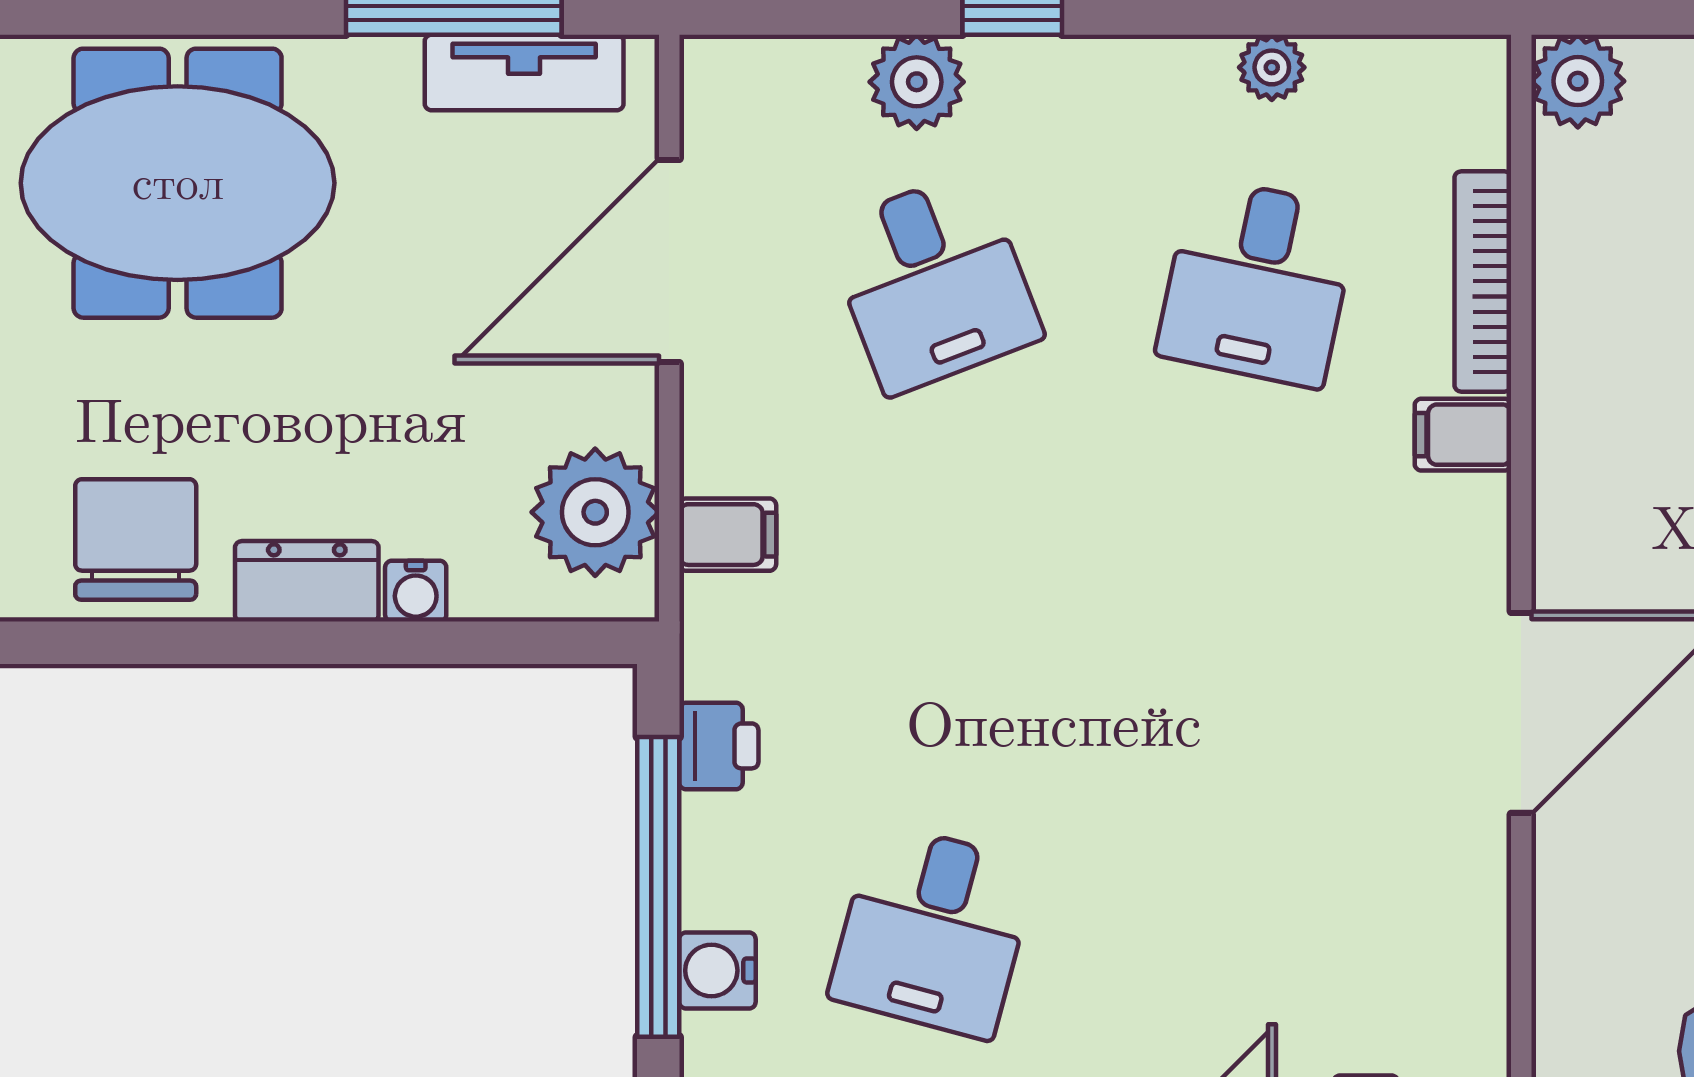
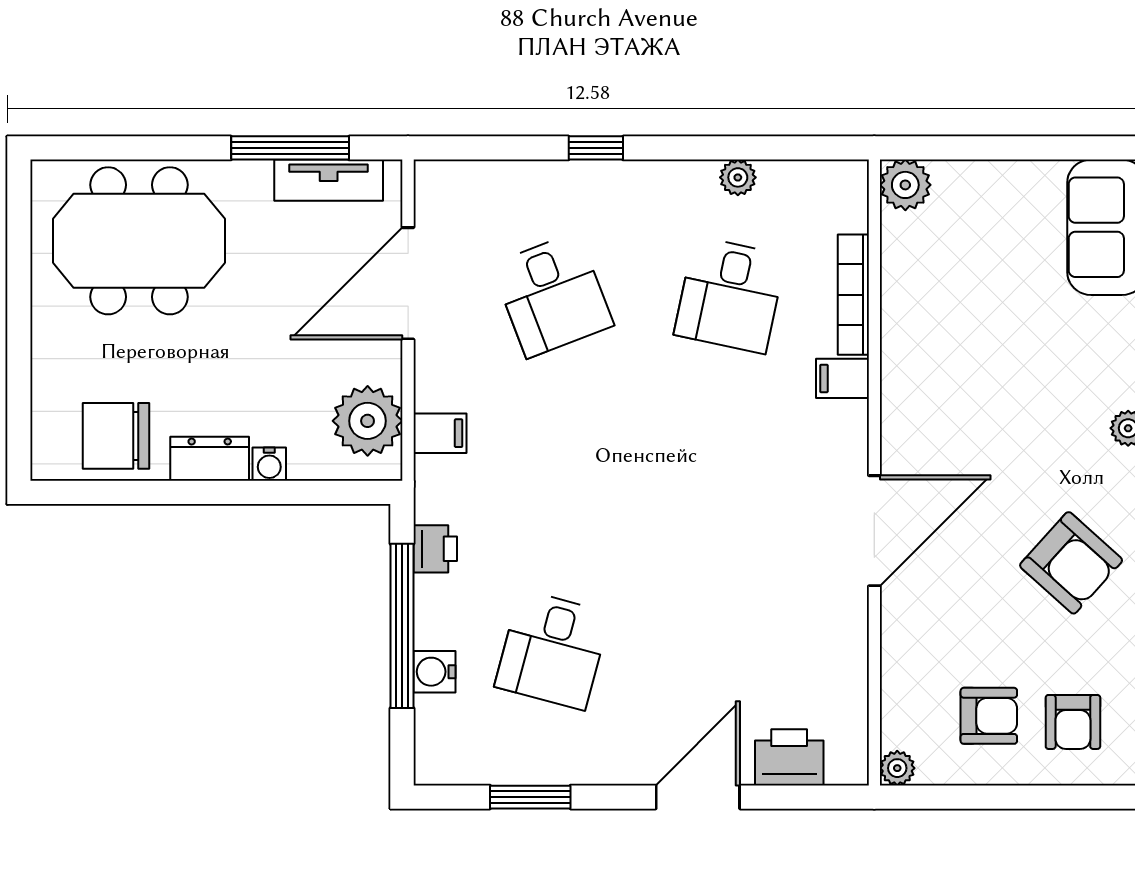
plant: (917, 82) -> (543, 185), removed
chair: (136, 539) -> (116, 436), turned -90

